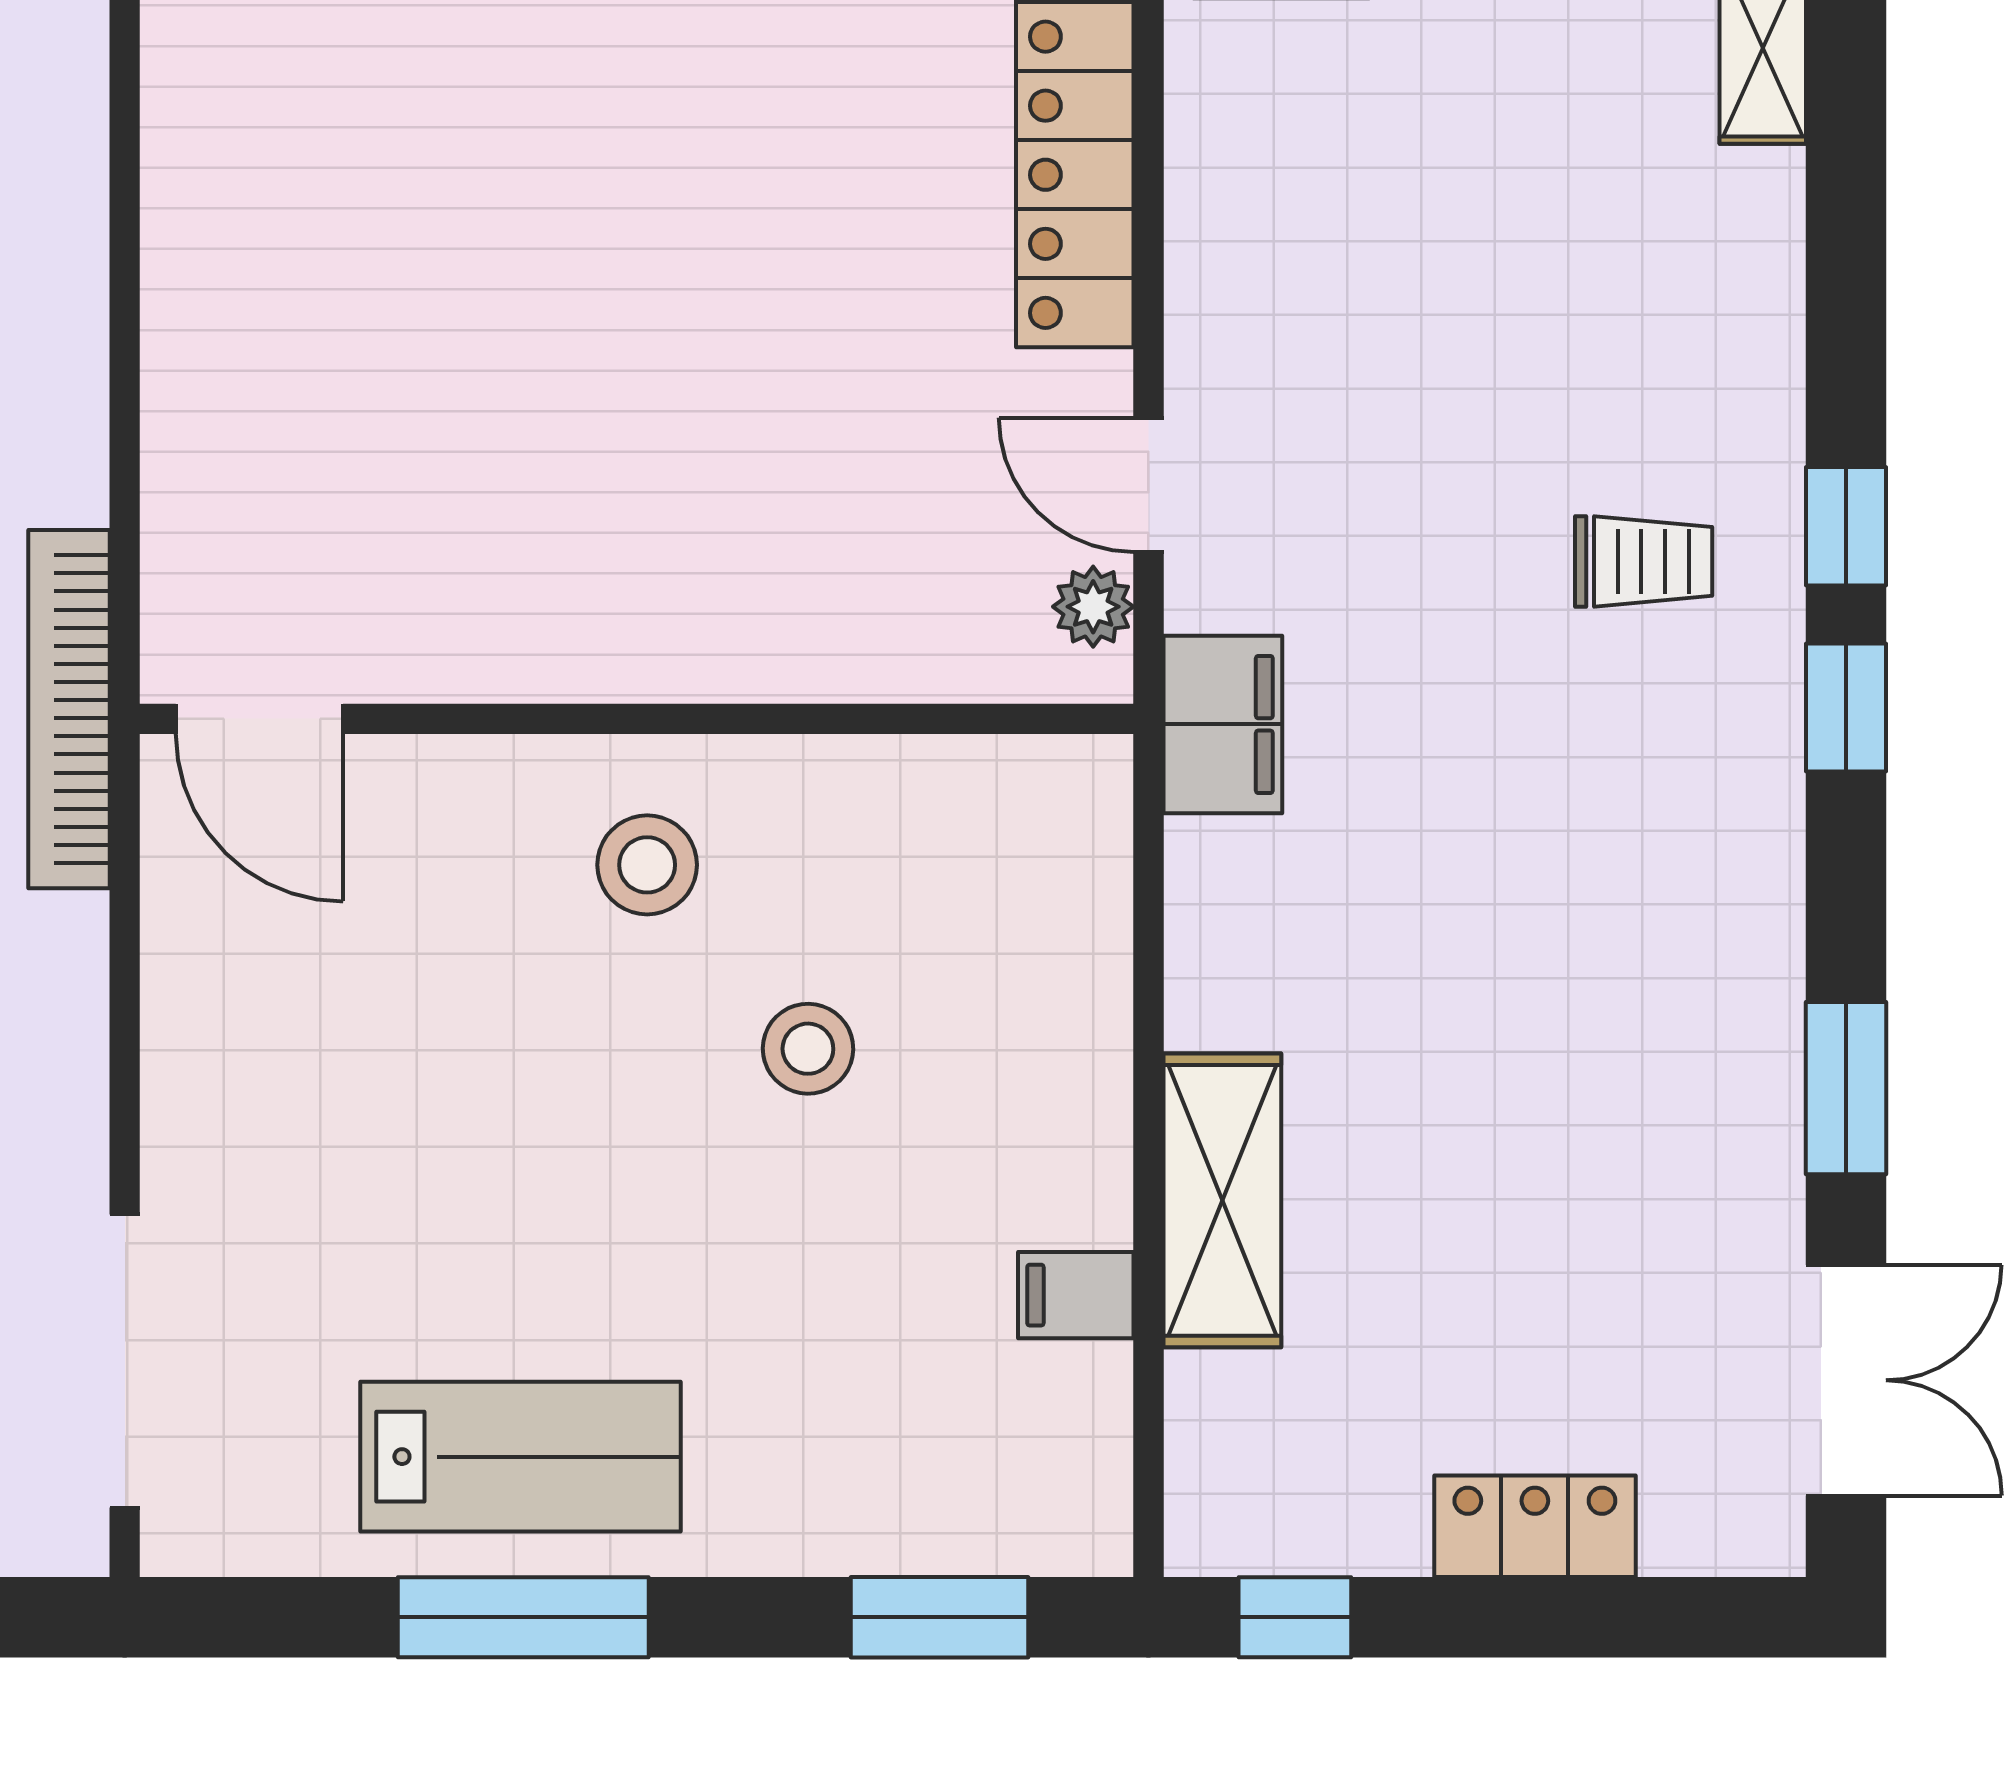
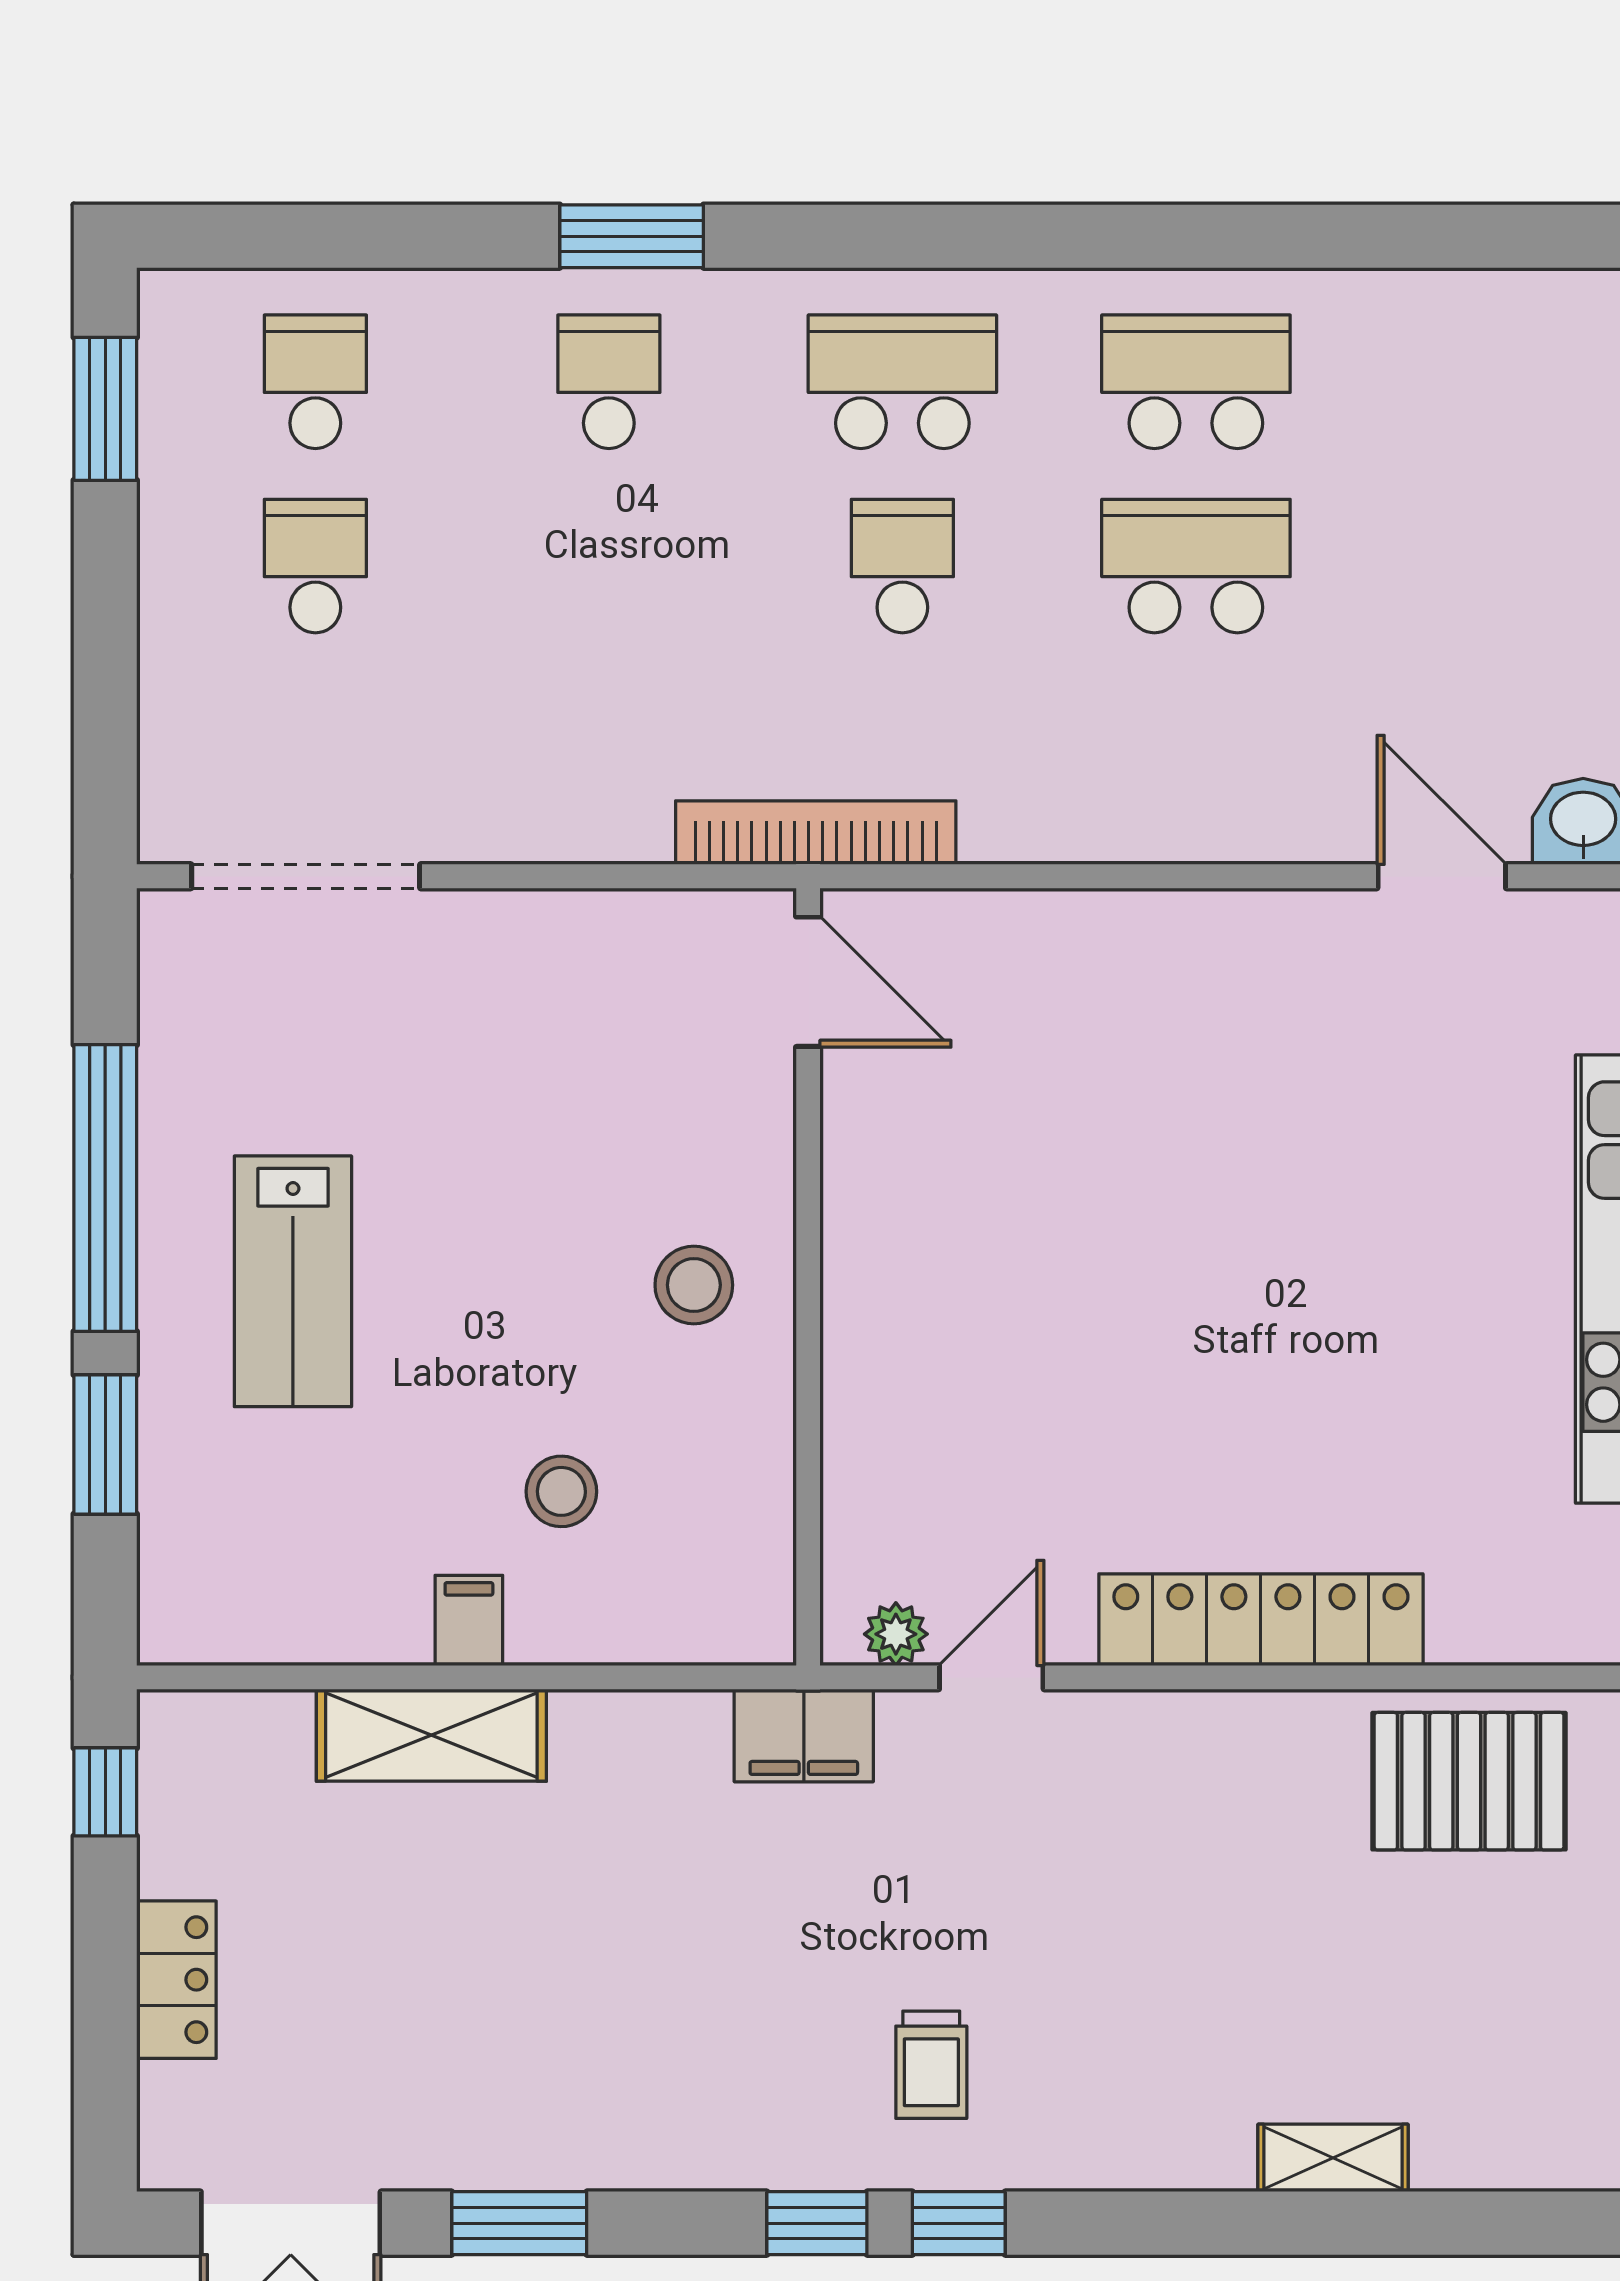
door: (259, 719) -> (808, 982), swing flipped
stool: (808, 1049) -> (561, 1491), moved
filing cabinet: (1076, 1295) -> (469, 1620), moved
lab bench: (521, 1457) -> (293, 1281), moved
window: (523, 1617) -> (105, 1188), width x1.46
window: (939, 1617) -> (105, 1444), moved

